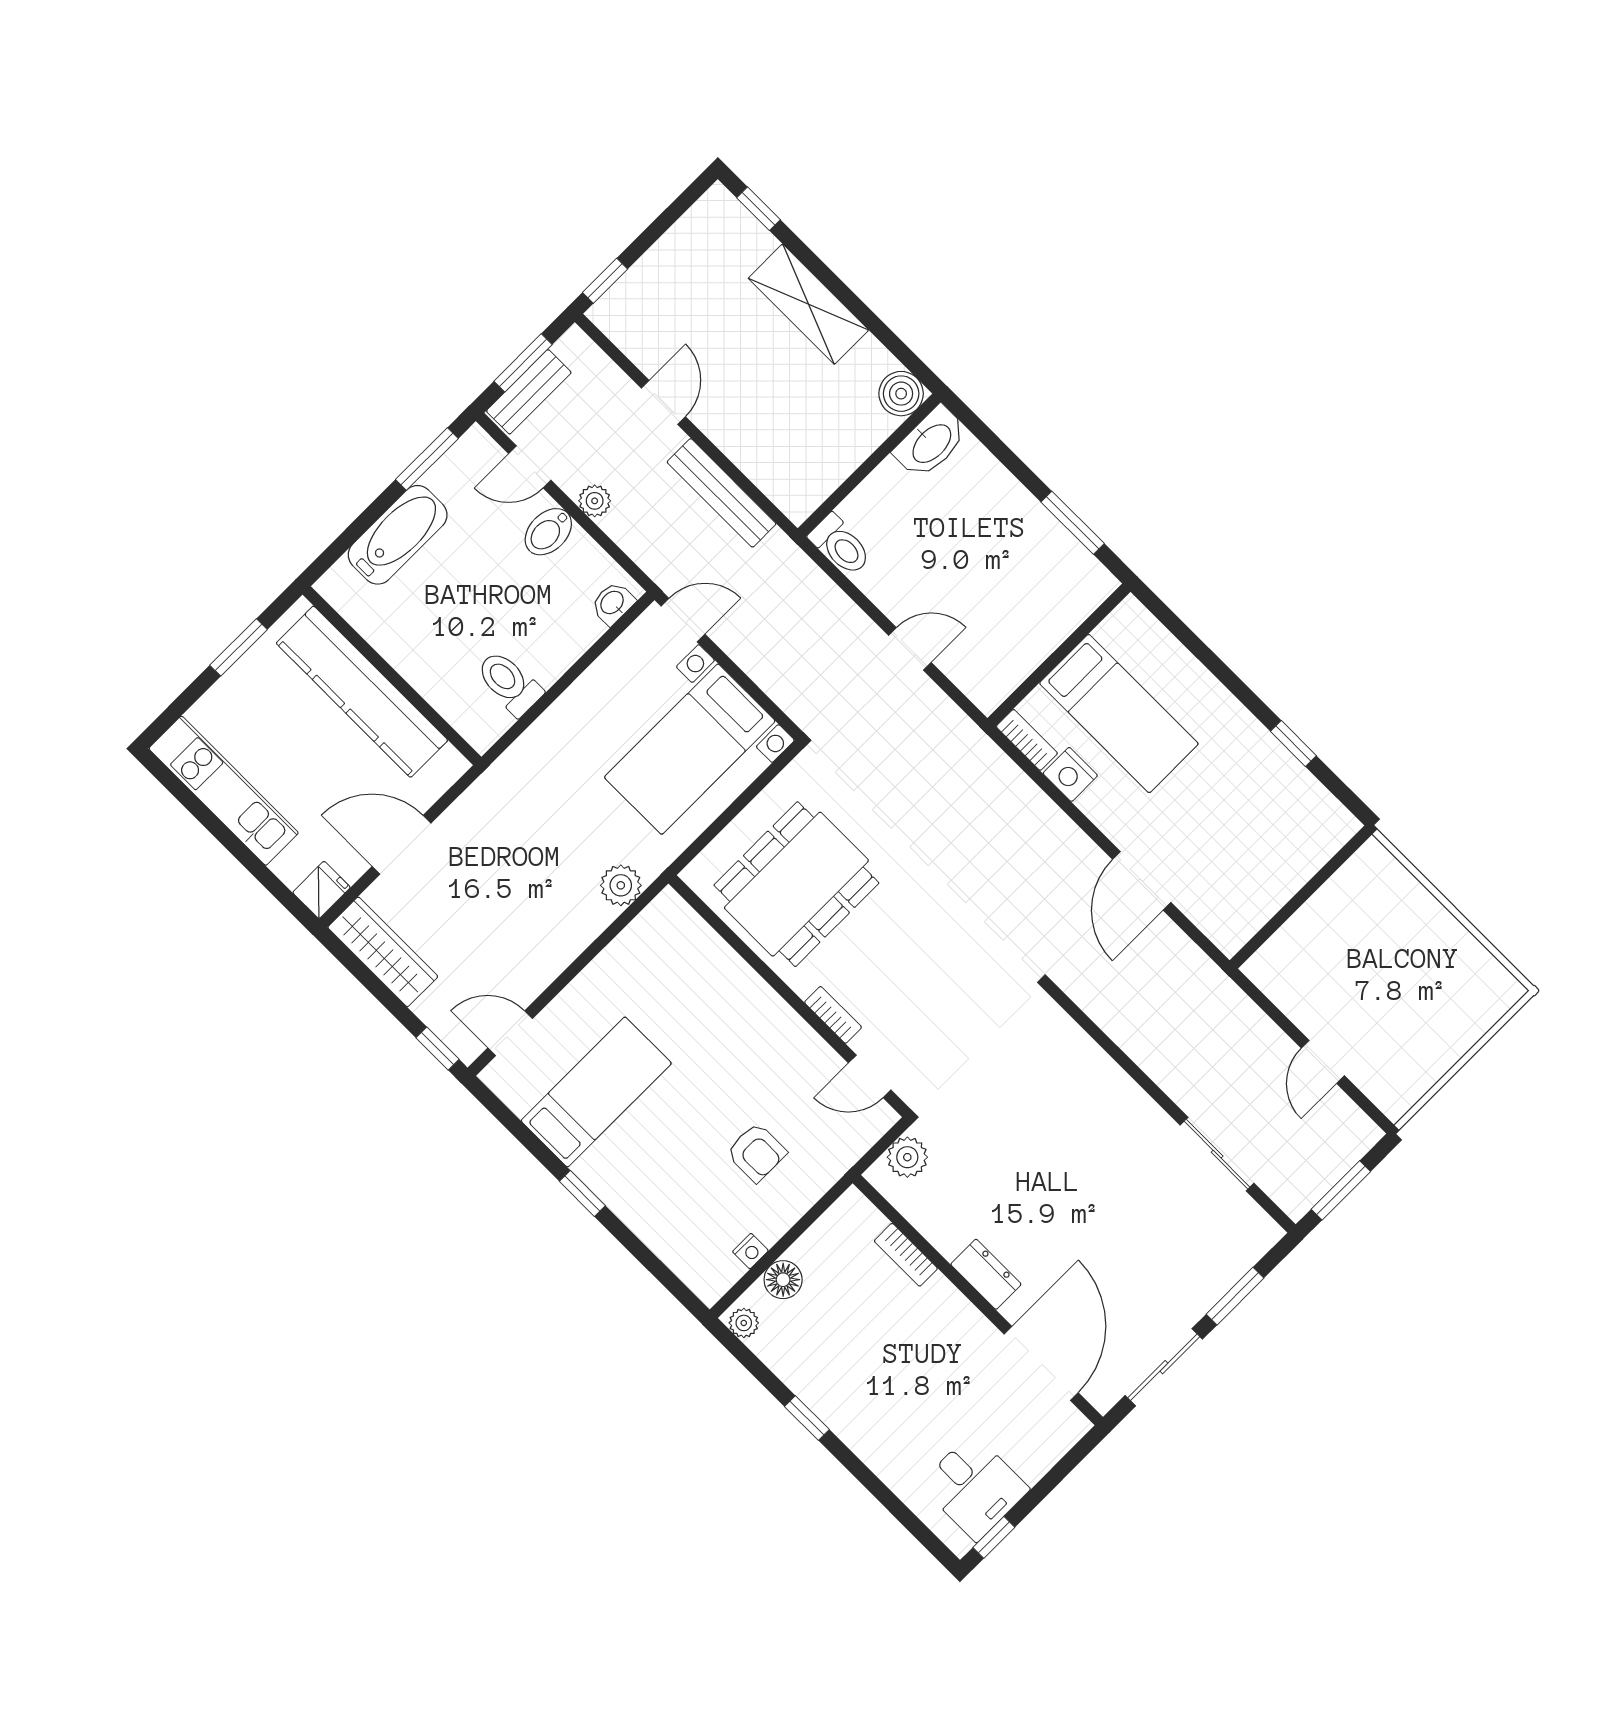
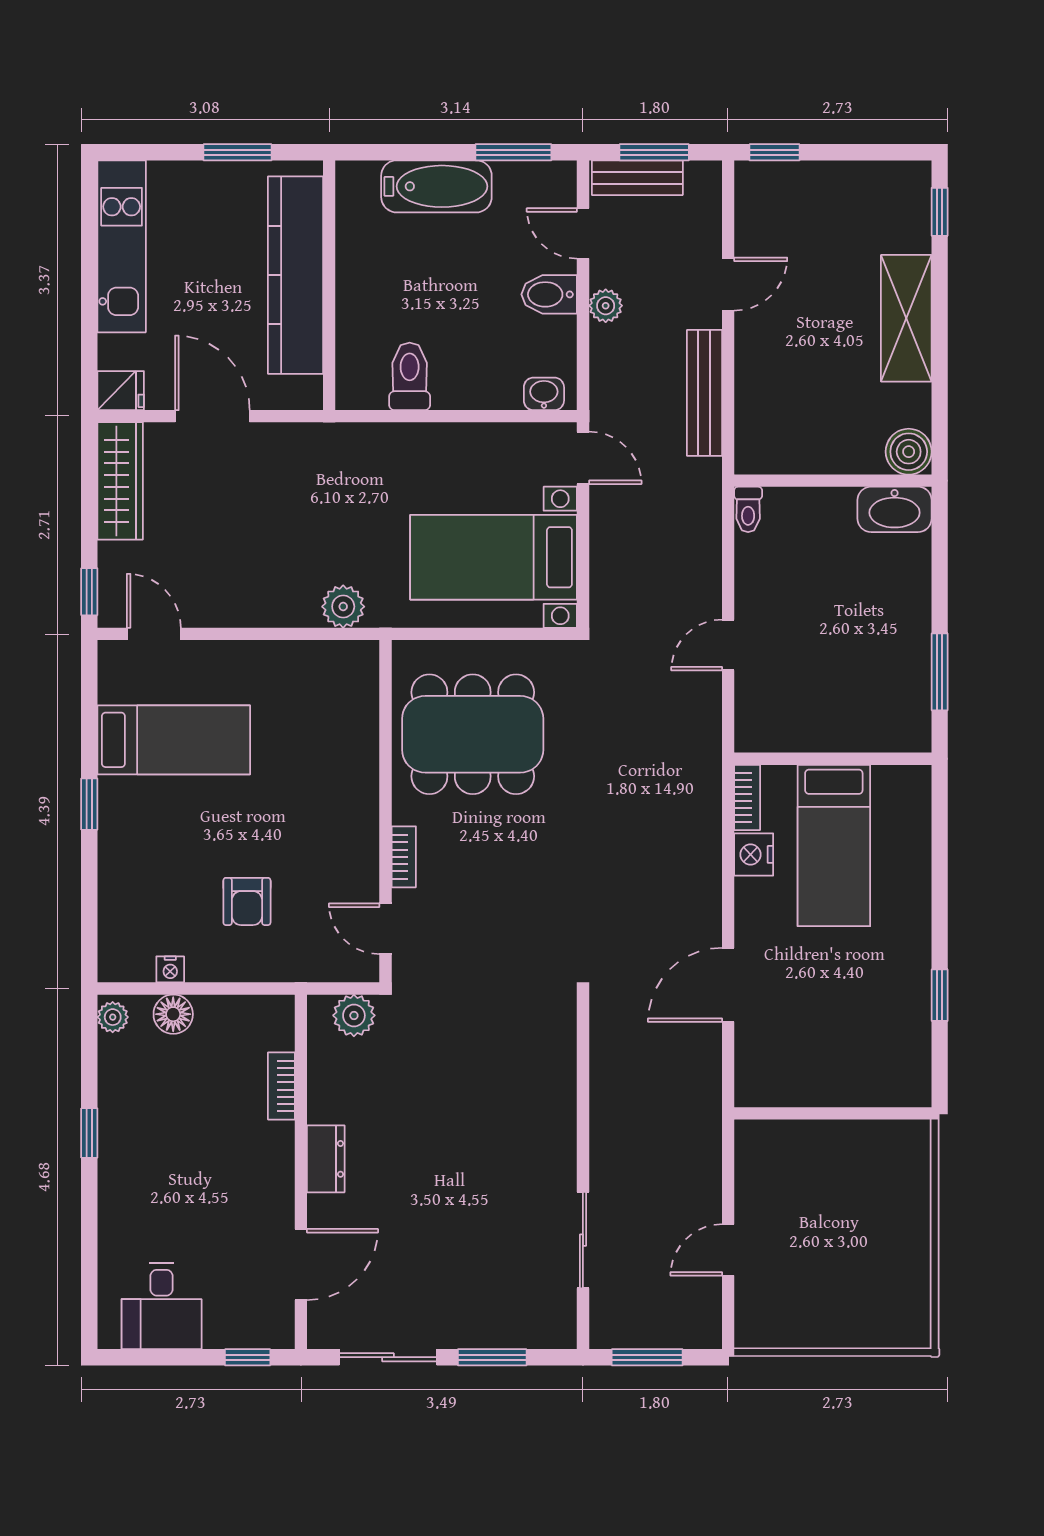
toilet: (840, 545) -> (748, 509), width x0.73, depth x0.72
door: (910, 649) -> (728, 645), swing flipped
door: (1041, 1363) -> (301, 1264), width x0.73
window: (994, 1537) -> (248, 1357), moved

